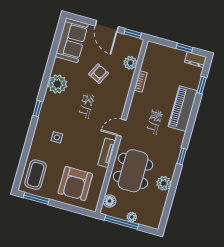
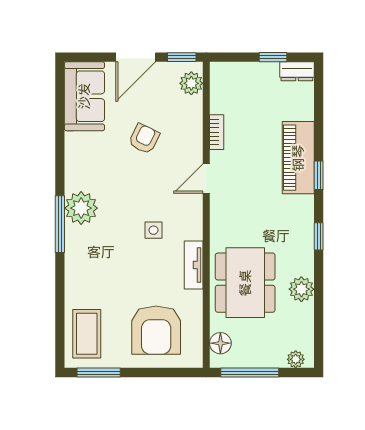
door: (107, 26) -> (136, 57), hinge flipped
plant: (130, 63) -> (191, 83), moved
plant: (57, 84) -> (81, 208), moved
window: (202, 85) -> (319, 175), moved
window: (38, 109) -> (60, 224), width x2.17
door: (121, 128) -> (206, 179), moved
side table: (57, 137) -> (153, 230), moved
plant: (132, 217) -> (296, 359), moved

